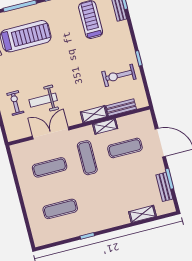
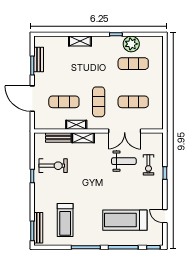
shelving: (142, 214) -> (80, 41), moved
plant: (68, 230) -> (131, 44), added

